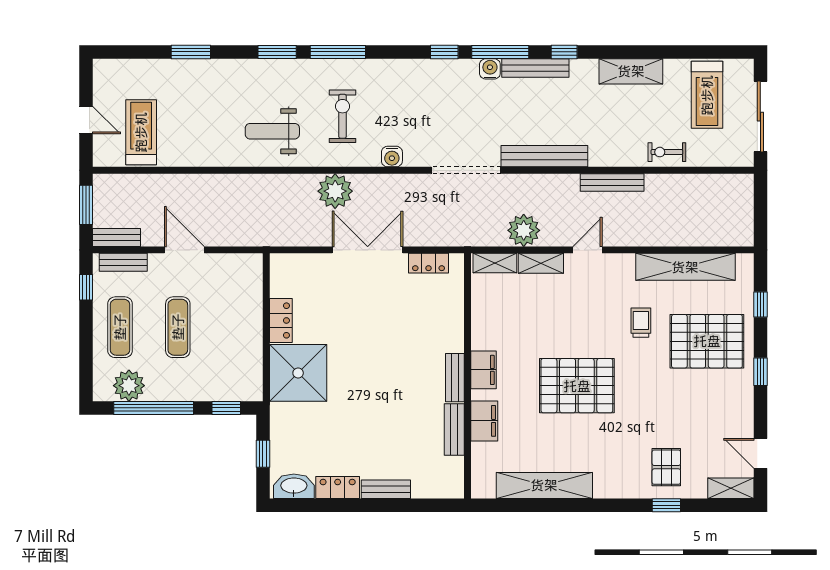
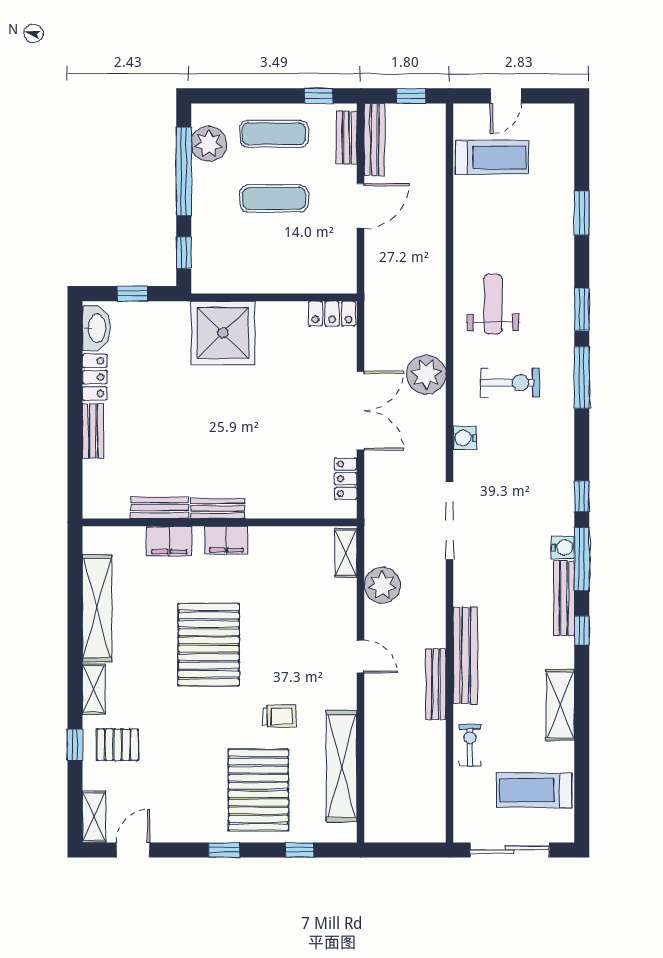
bench: (544, 156) -> (465, 655), moved
window: (86, 205) -> (411, 96), width x0.67
bench: (116, 237) -> (374, 140), width x1.36
shelving: (541, 263) -> (94, 689), moved
locker: (281, 320) -> (332, 314), moved

